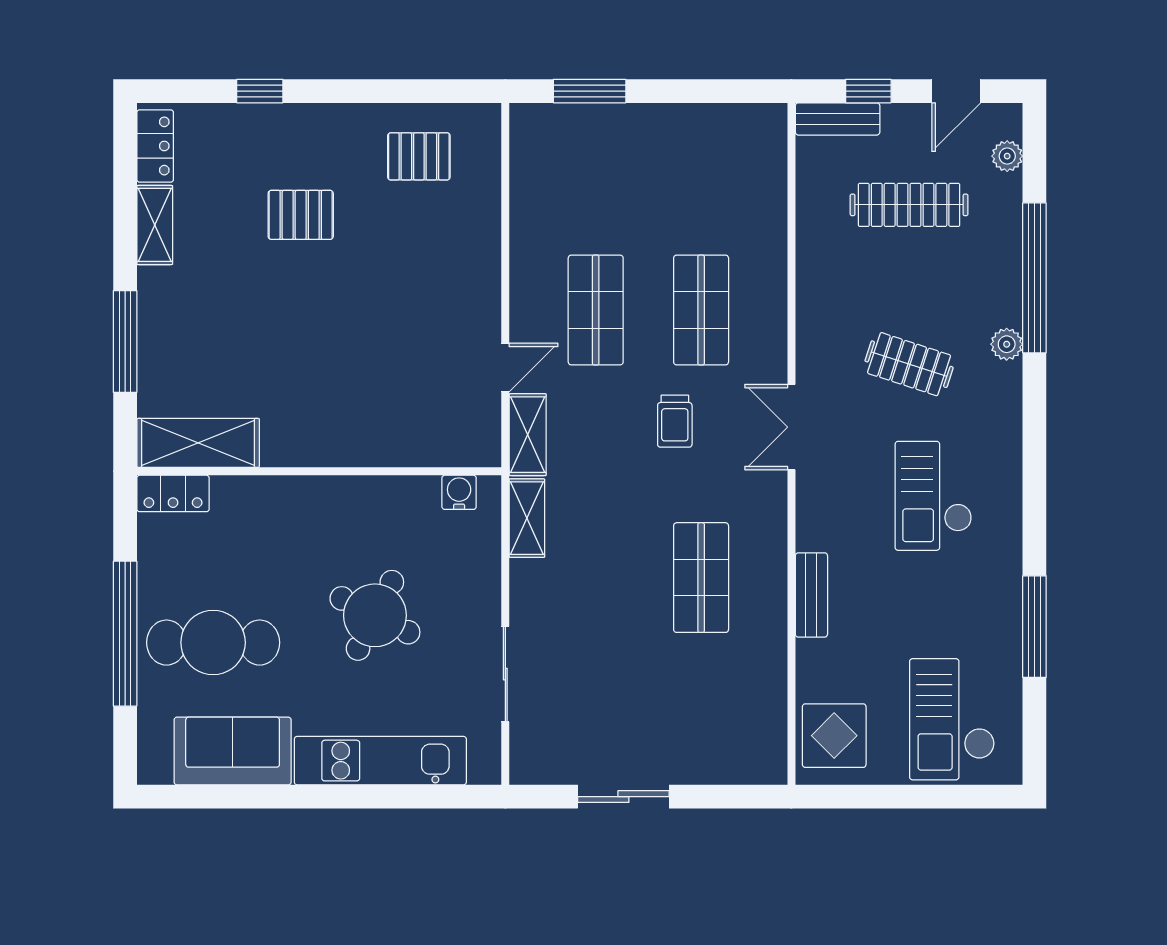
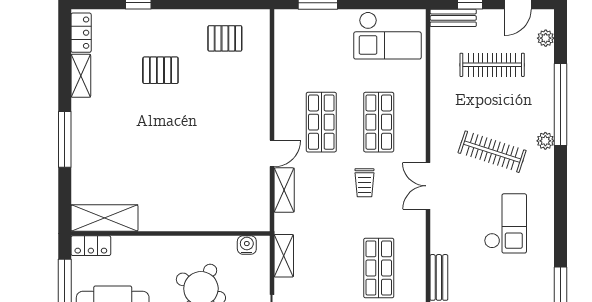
checkout: (717, 151) -> (387, 36), added
clothes rail: (909, 364) -> (492, 152), width x1.36
shelving: (198, 443) -> (105, 218), moved
wall: (319, 471) -> (170, 234), moved
water cooler: (459, 492) -> (247, 245), moved
locker: (173, 493) -> (91, 246), moved
checkout: (933, 496) -> (505, 223), turned 180
shelving: (527, 518) -> (284, 256), moved

